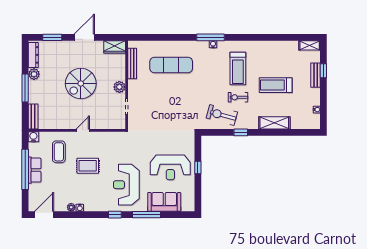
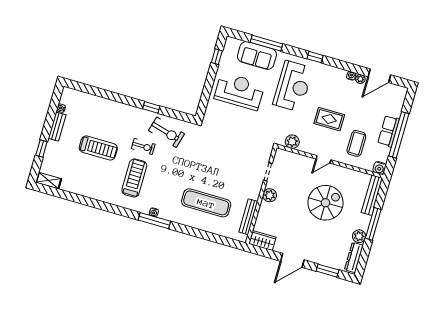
bench: (316, 75) -> (57, 127), moved
spiral stairs: (81, 84) -> (325, 203), moved
bench: (33, 116) -> (372, 195), width x1.36
shelving: (274, 123) -> (112, 107), removed
plant: (113, 138) -> (292, 142), added
window: (198, 168) -> (217, 57), moved
door: (44, 215) -> (379, 76), moved
window: (146, 215) -> (266, 43), moved

